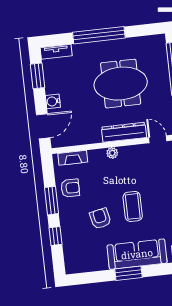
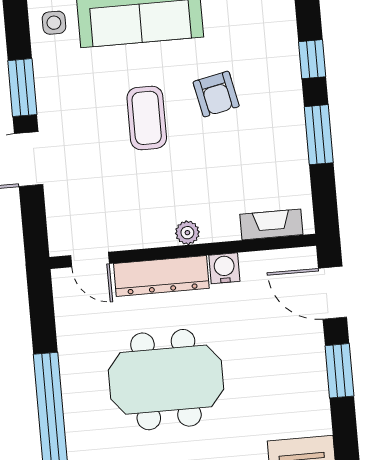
window: (38, 76) -> (339, 371), moved
water cooler: (53, 101) -> (224, 268), moved, turned -90
door: (43, 126) -> (333, 293), hinge flipped
armchair: (70, 188) -> (278, 160), removed

